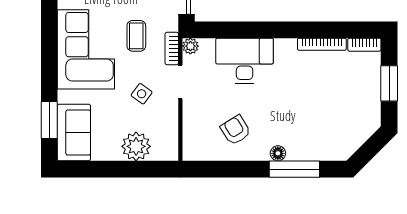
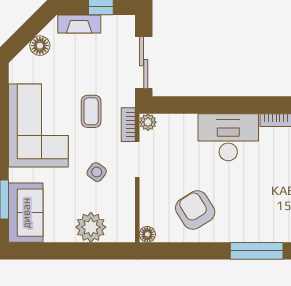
desk: (245, 61) -> (228, 137), moved
armchair: (236, 130) -> (195, 210), width x1.38, depth x1.38
floor lamp: (278, 153) -> (147, 234), moved

